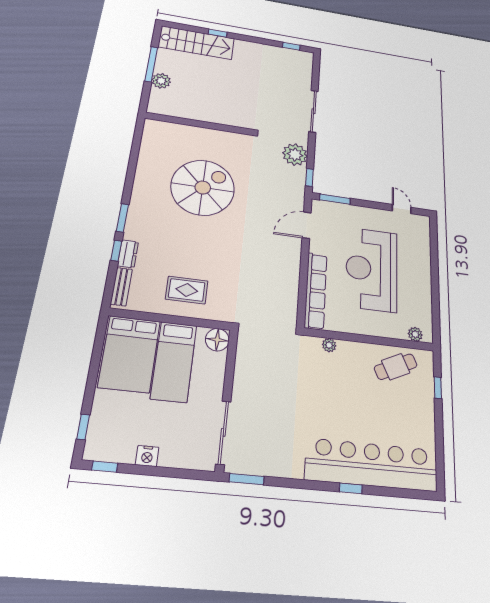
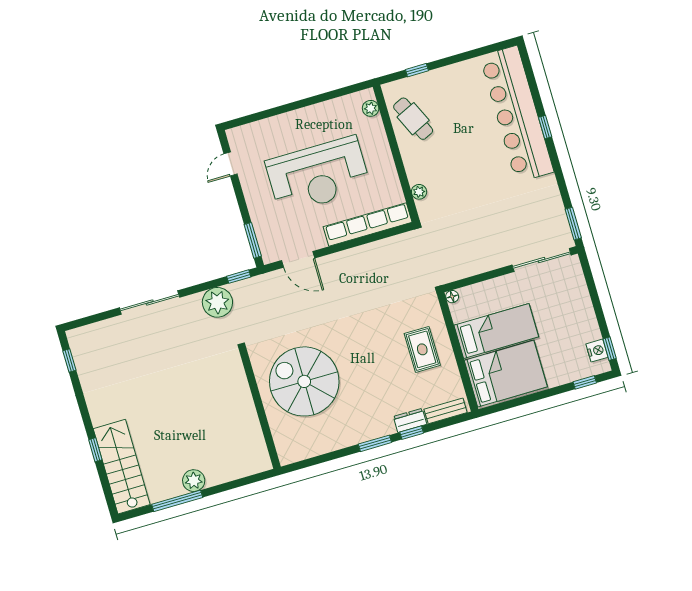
wall: (199, 124) -> (260, 409), moved
floor lamp: (217, 340) -> (452, 297), width x0.53, depth x0.53
nightstand: (147, 456) -> (597, 351), moved

